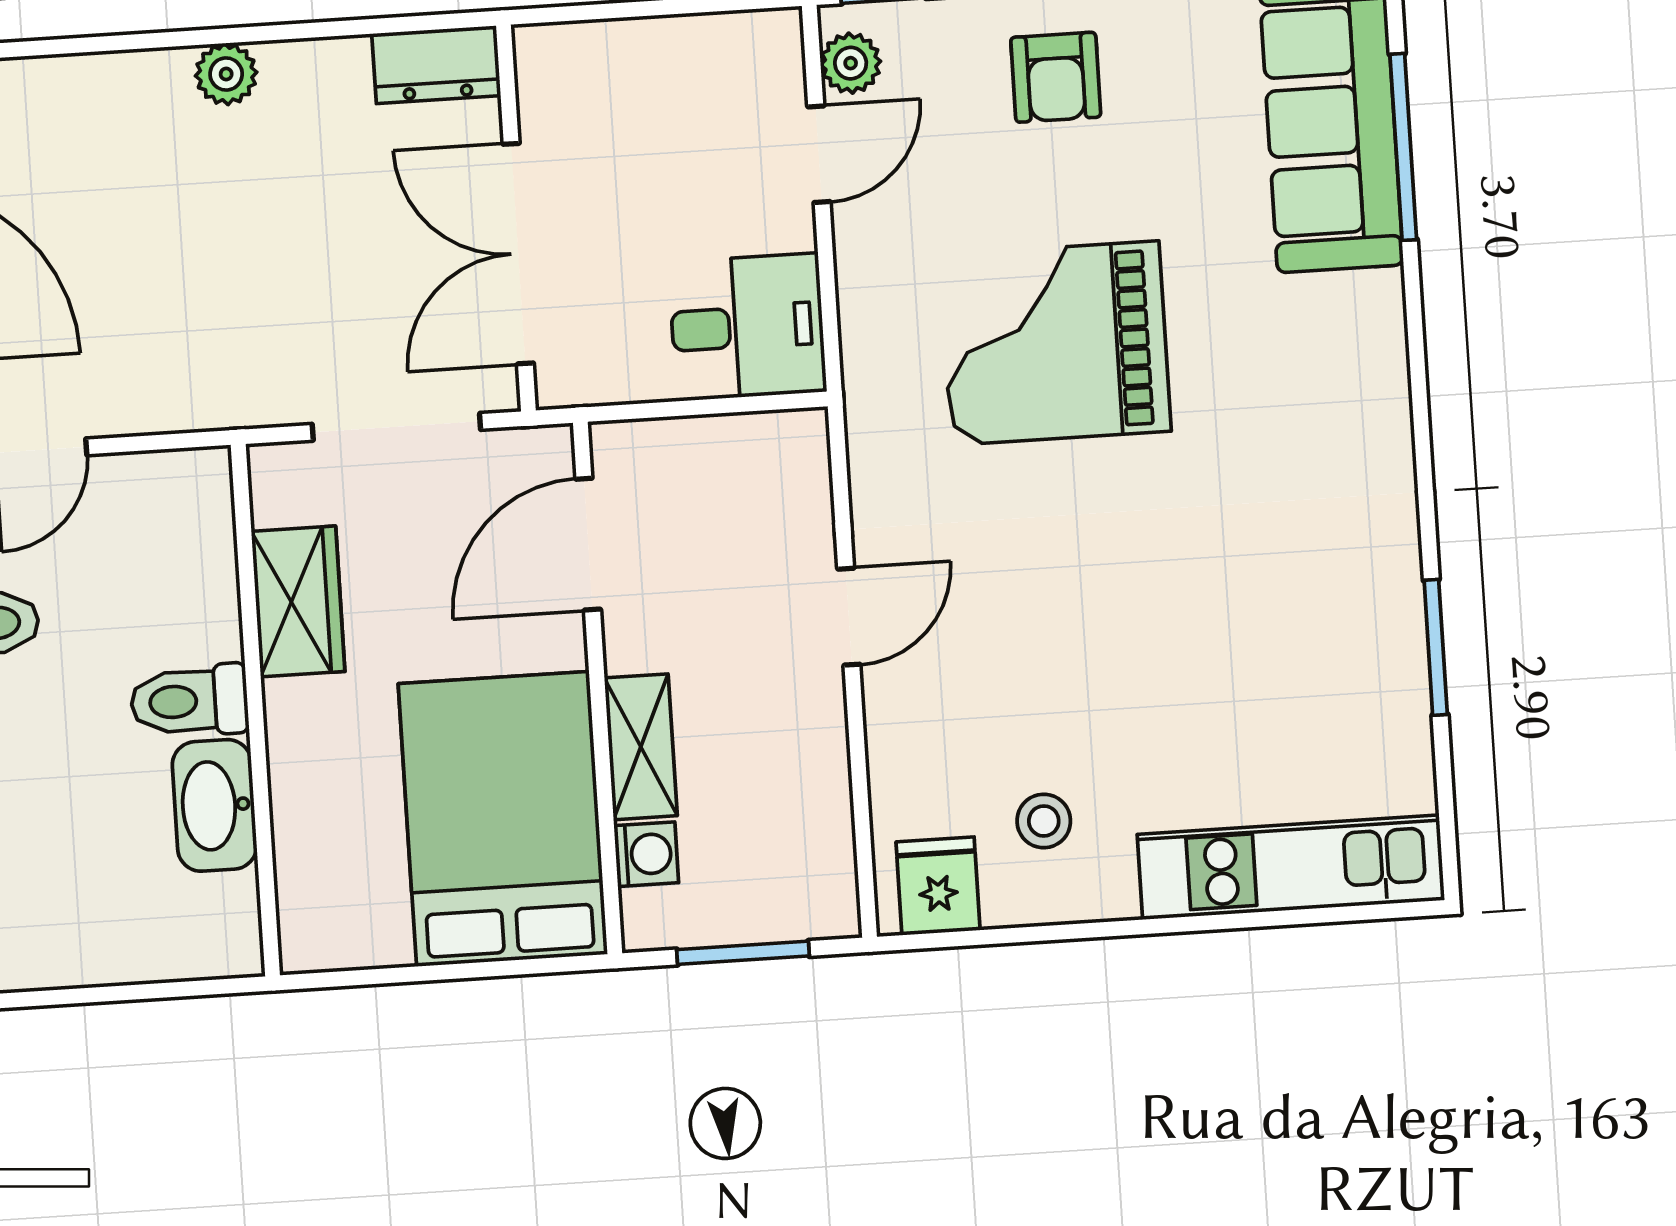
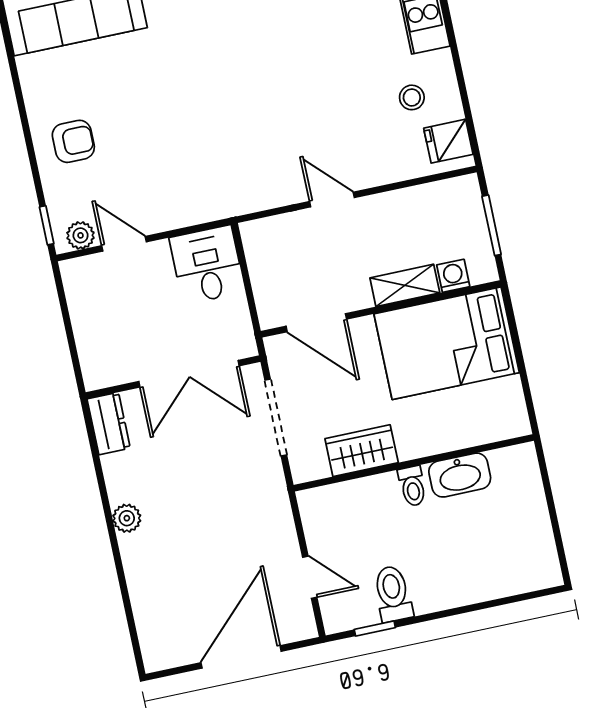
grand piano: (1055, 343) -> (194, 124), removed
toilet: (189, 701) -> (412, 486), width x0.73, depth x0.72

